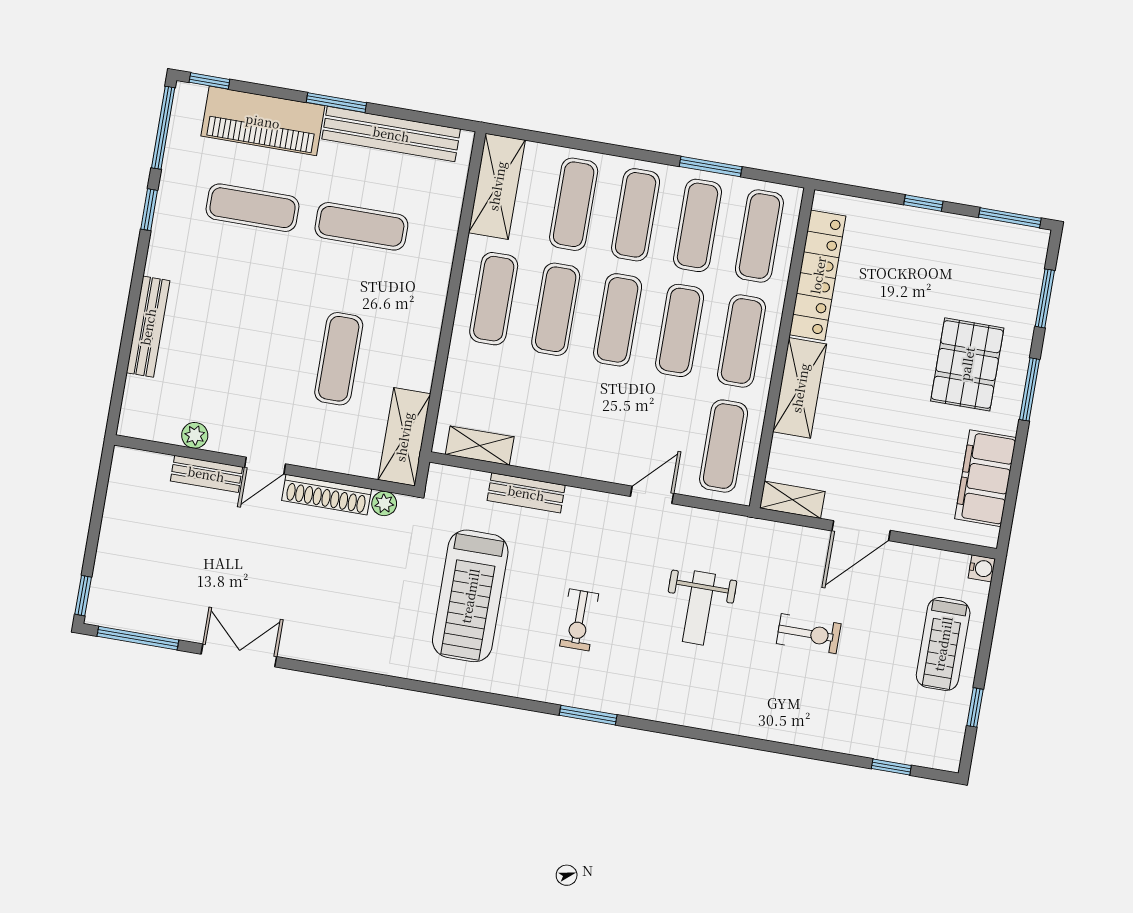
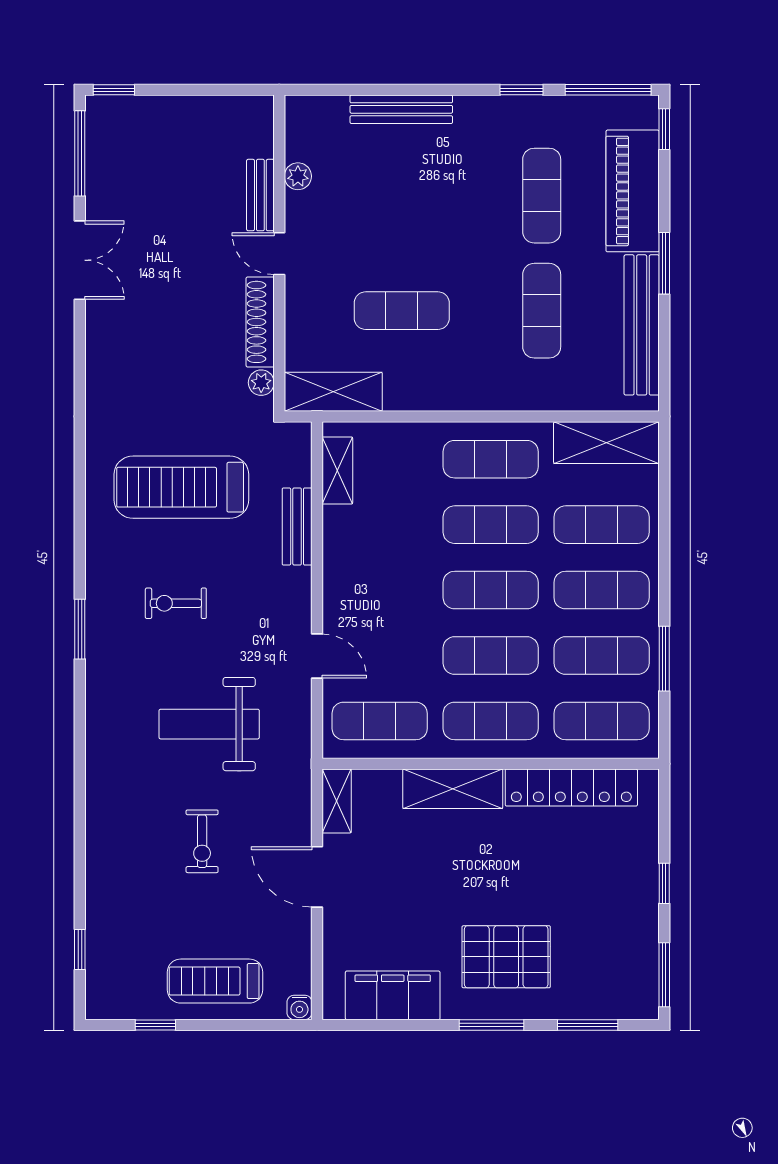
weight bench: (699, 608) -> (209, 724), width x1.36, depth x1.33

